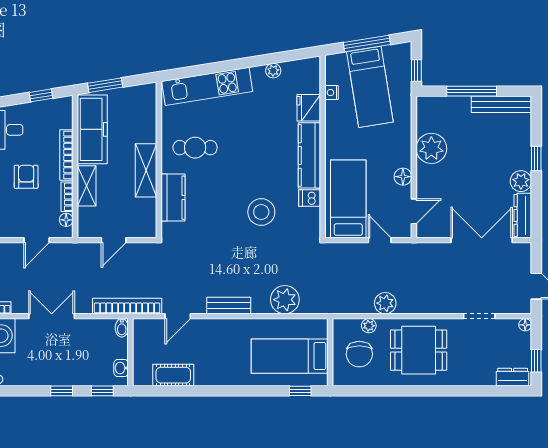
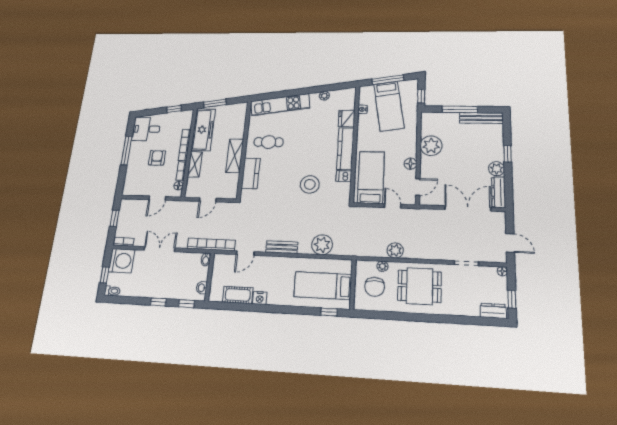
nightstand: (205, 378) -> (260, 298), added

